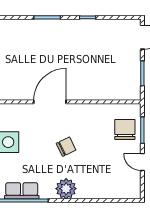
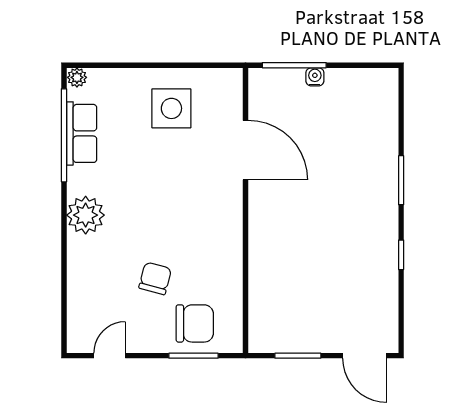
door: (50, 102) -> (245, 150), moved
chair: (66, 147) -> (155, 278), moved, turned -139
door: (142, 162) -> (110, 356), moved

